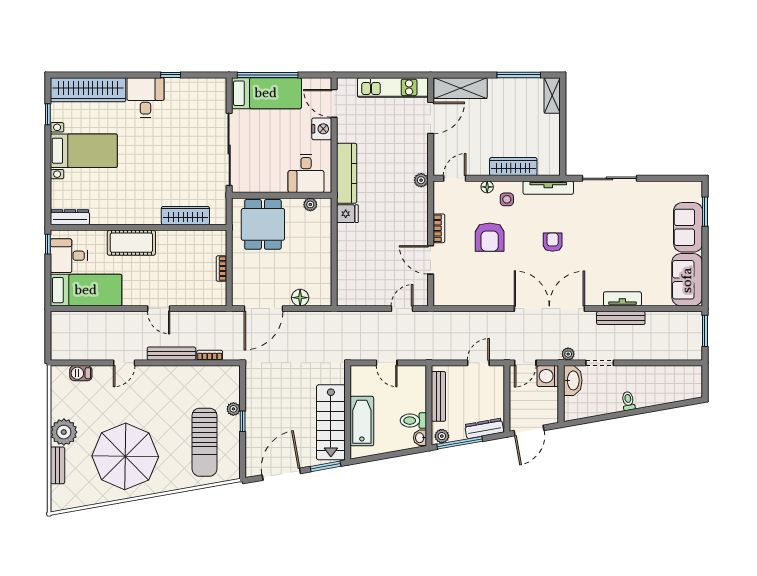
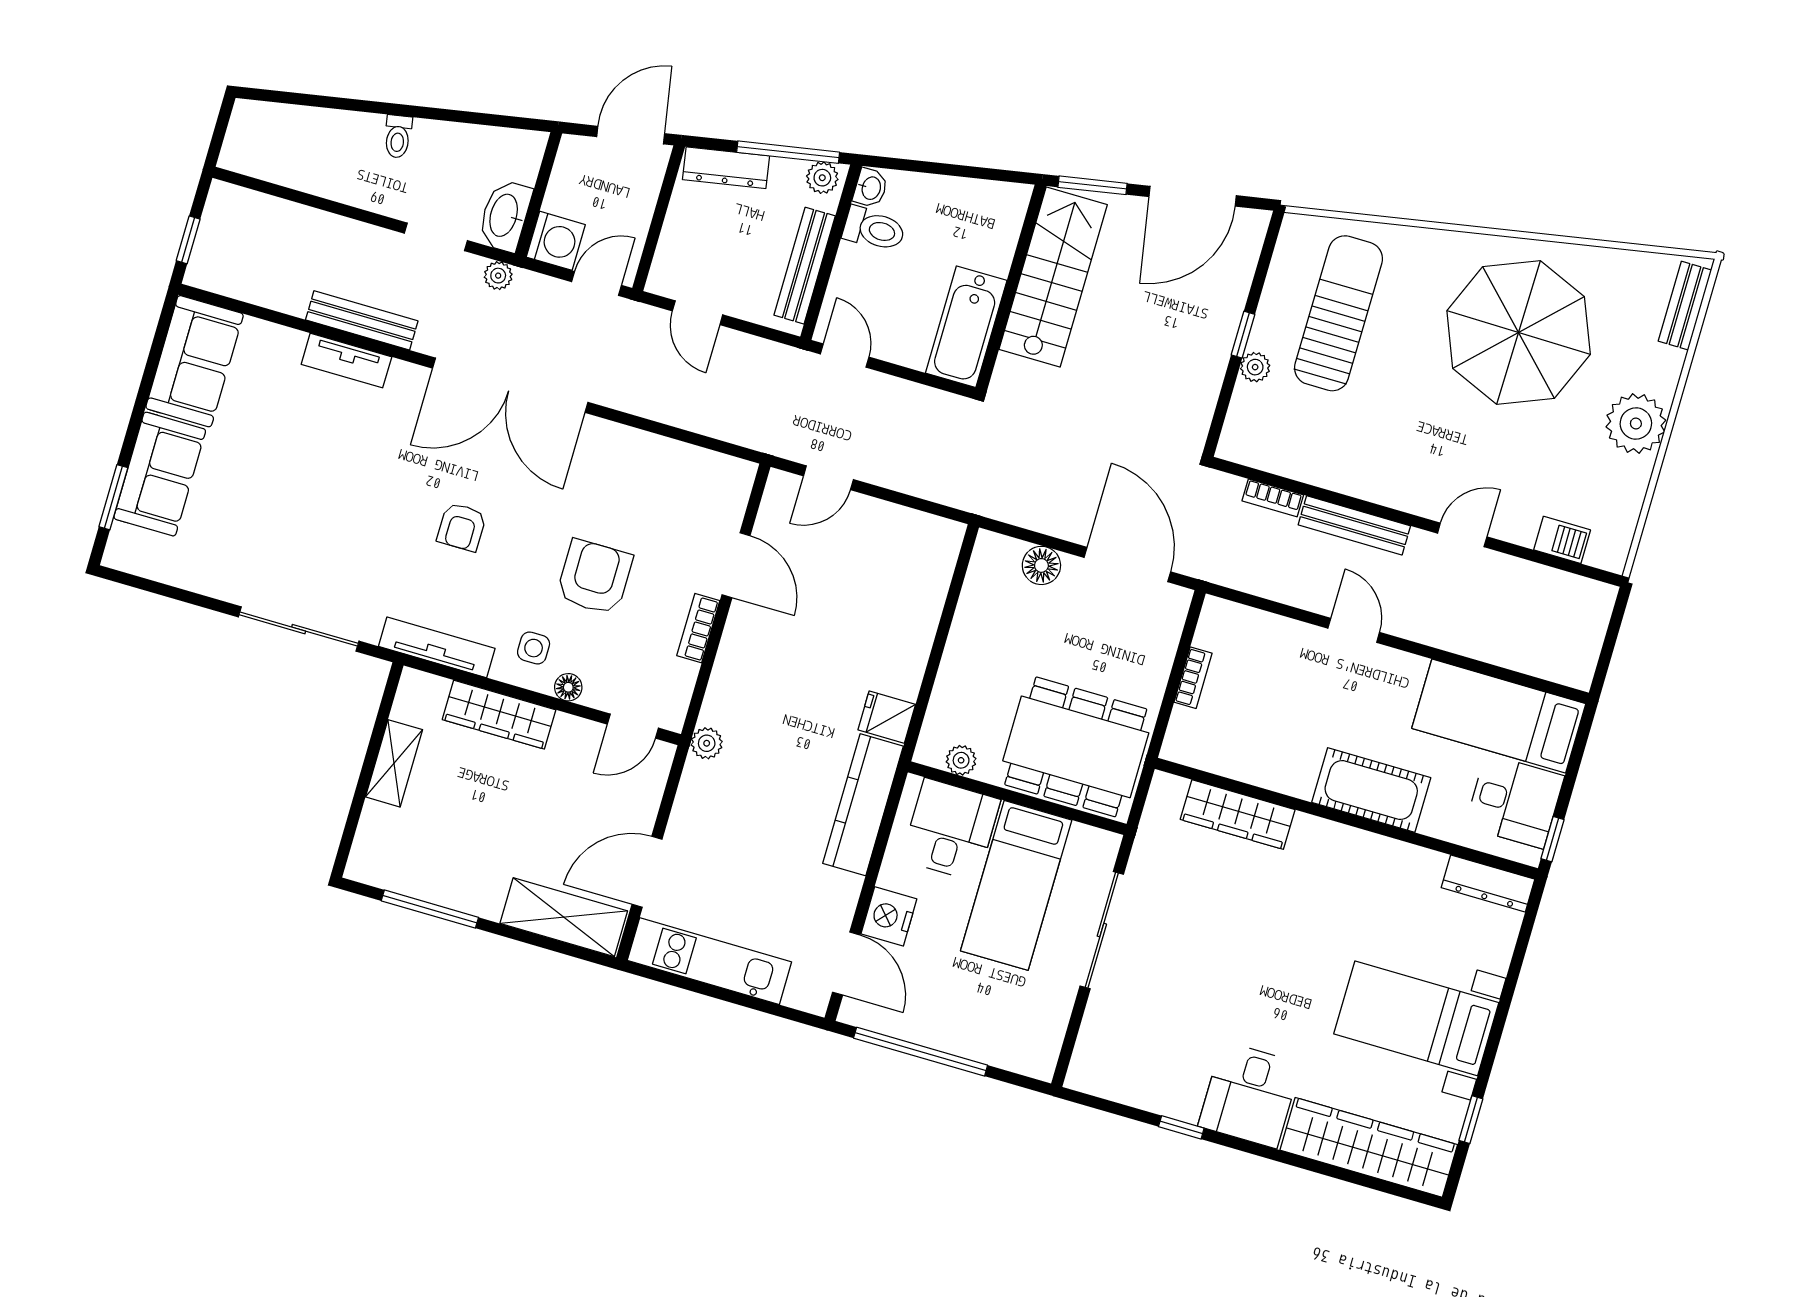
window: (268, 75) -> (921, 1052), moved
bed: (266, 93) -> (1016, 885), moved, turned -90
shelving: (552, 95) -> (394, 763), moved
sliding door: (229, 149) -> (1102, 930), width x0.73
dining table: (263, 224) -> (1076, 747), width x1.38
door: (263, 309) -> (1127, 565), hinge flipped
window: (705, 331) -> (188, 240), width x0.67
door: (387, 363) -> (845, 356), moved
door: (478, 363) -> (698, 313), hinge flipped
bathtub: (362, 421) -> (966, 327), moved
bench: (57, 465) -> (1685, 306), moved

